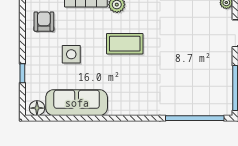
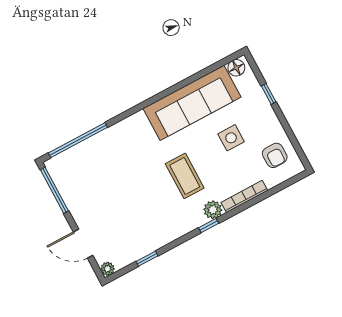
coffee table: (125, 44) -> (185, 176), turned 90
sofa: (77, 103) -> (192, 103), width x1.36, depth x1.27

